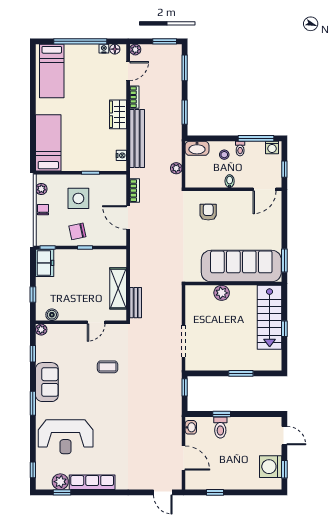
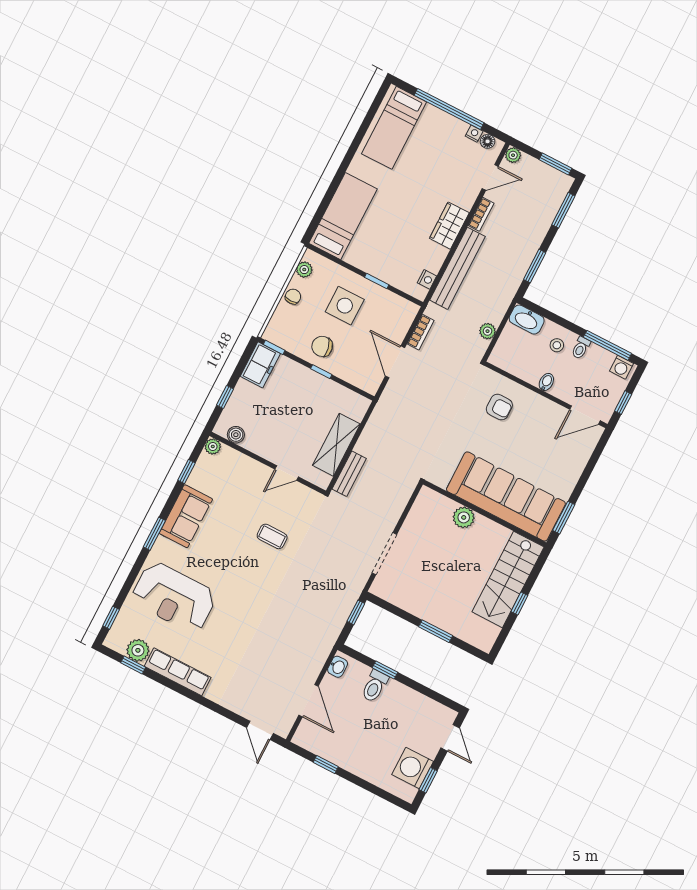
armchair: (208, 212) -> (499, 407), turned 90

